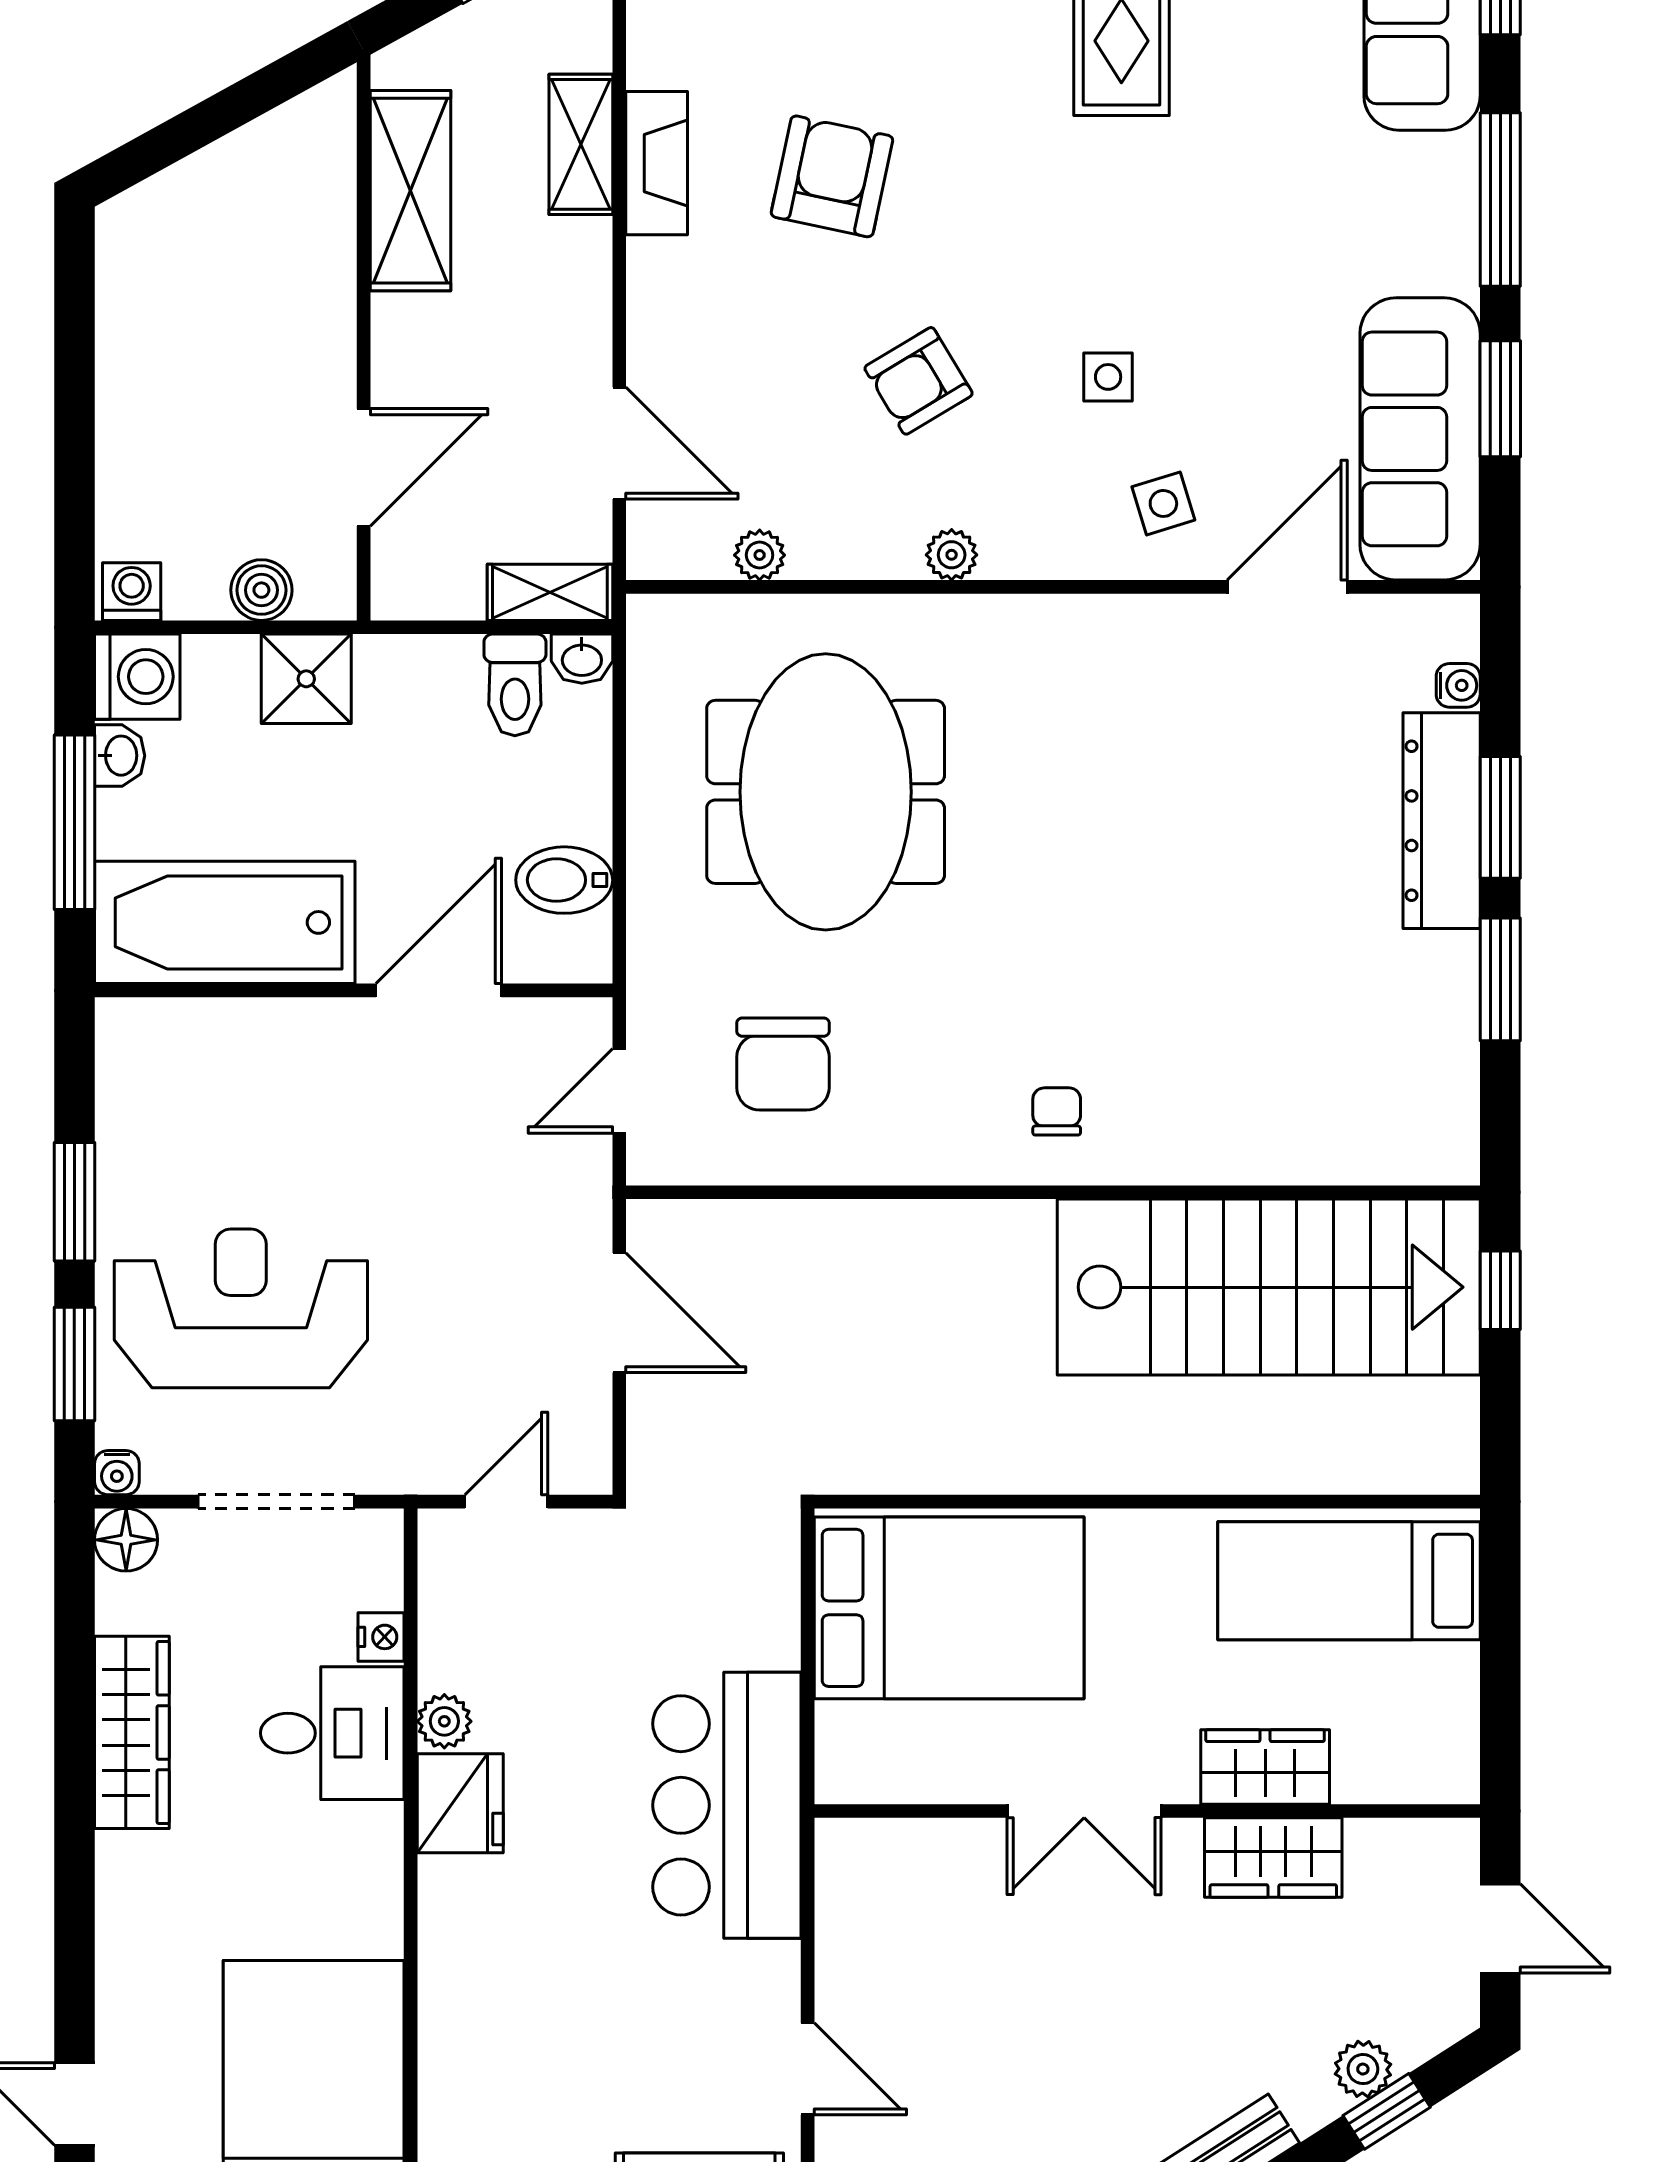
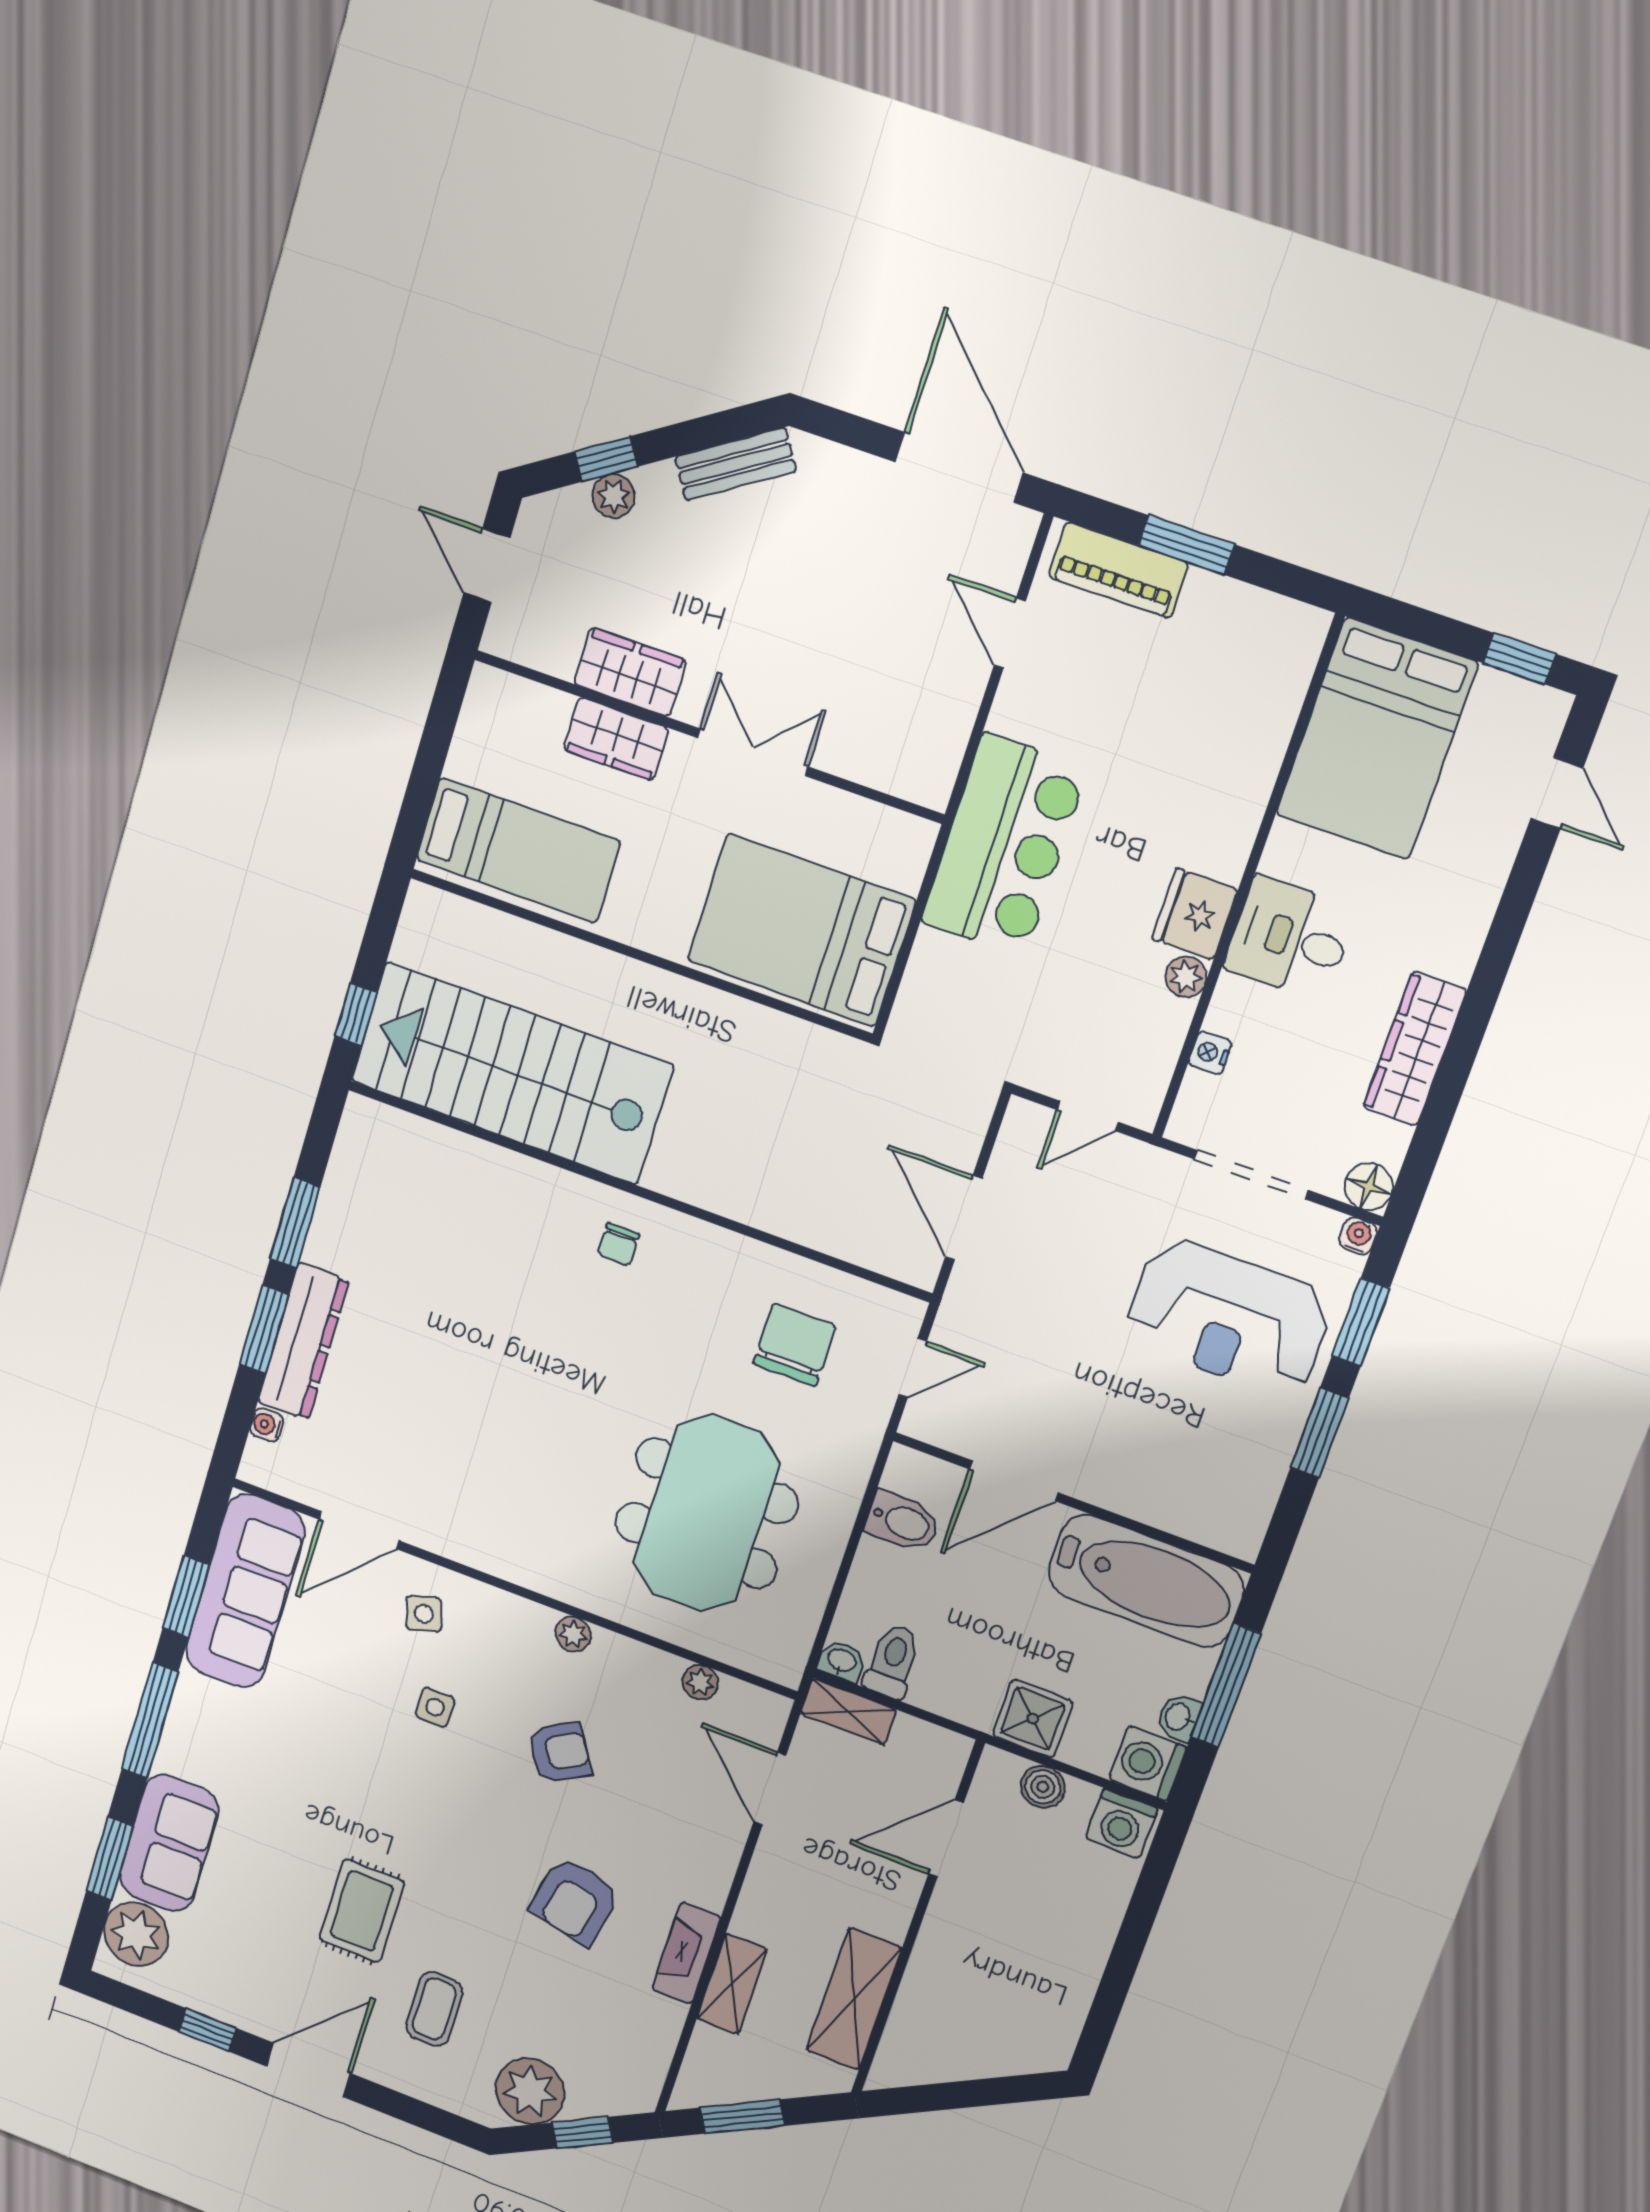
washing machine: (132, 592) -> (1122, 1824), width x1.38, depth x1.38
desk: (332, 1733) -> (1290, 938), moved

